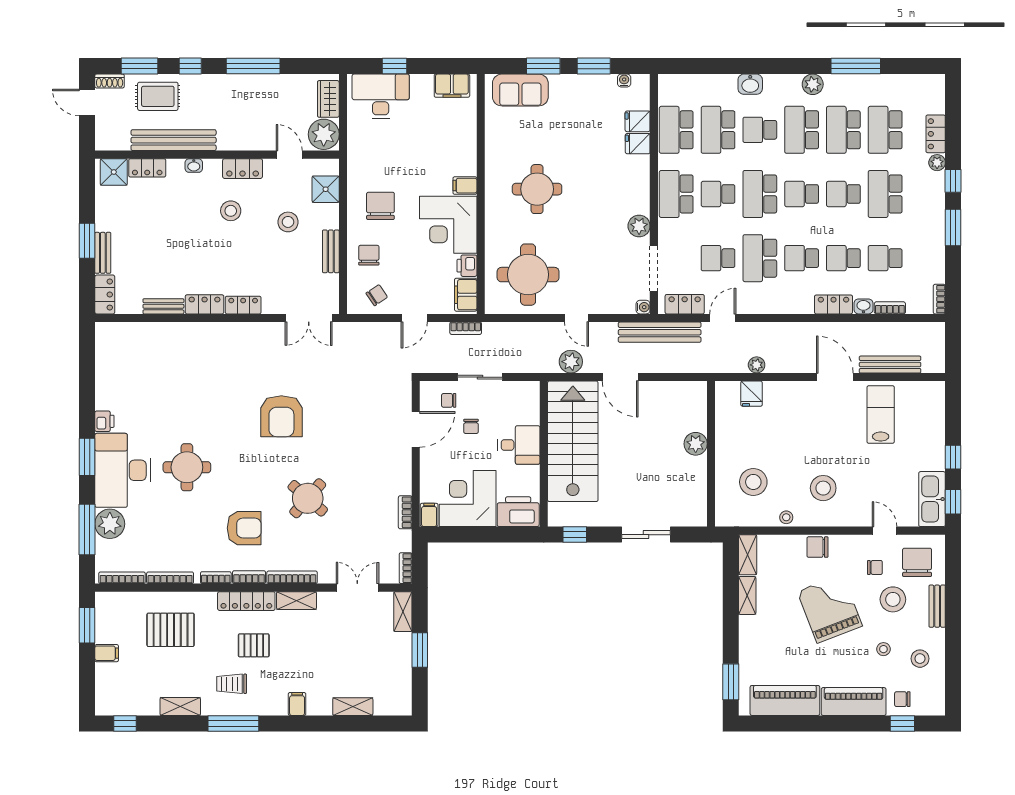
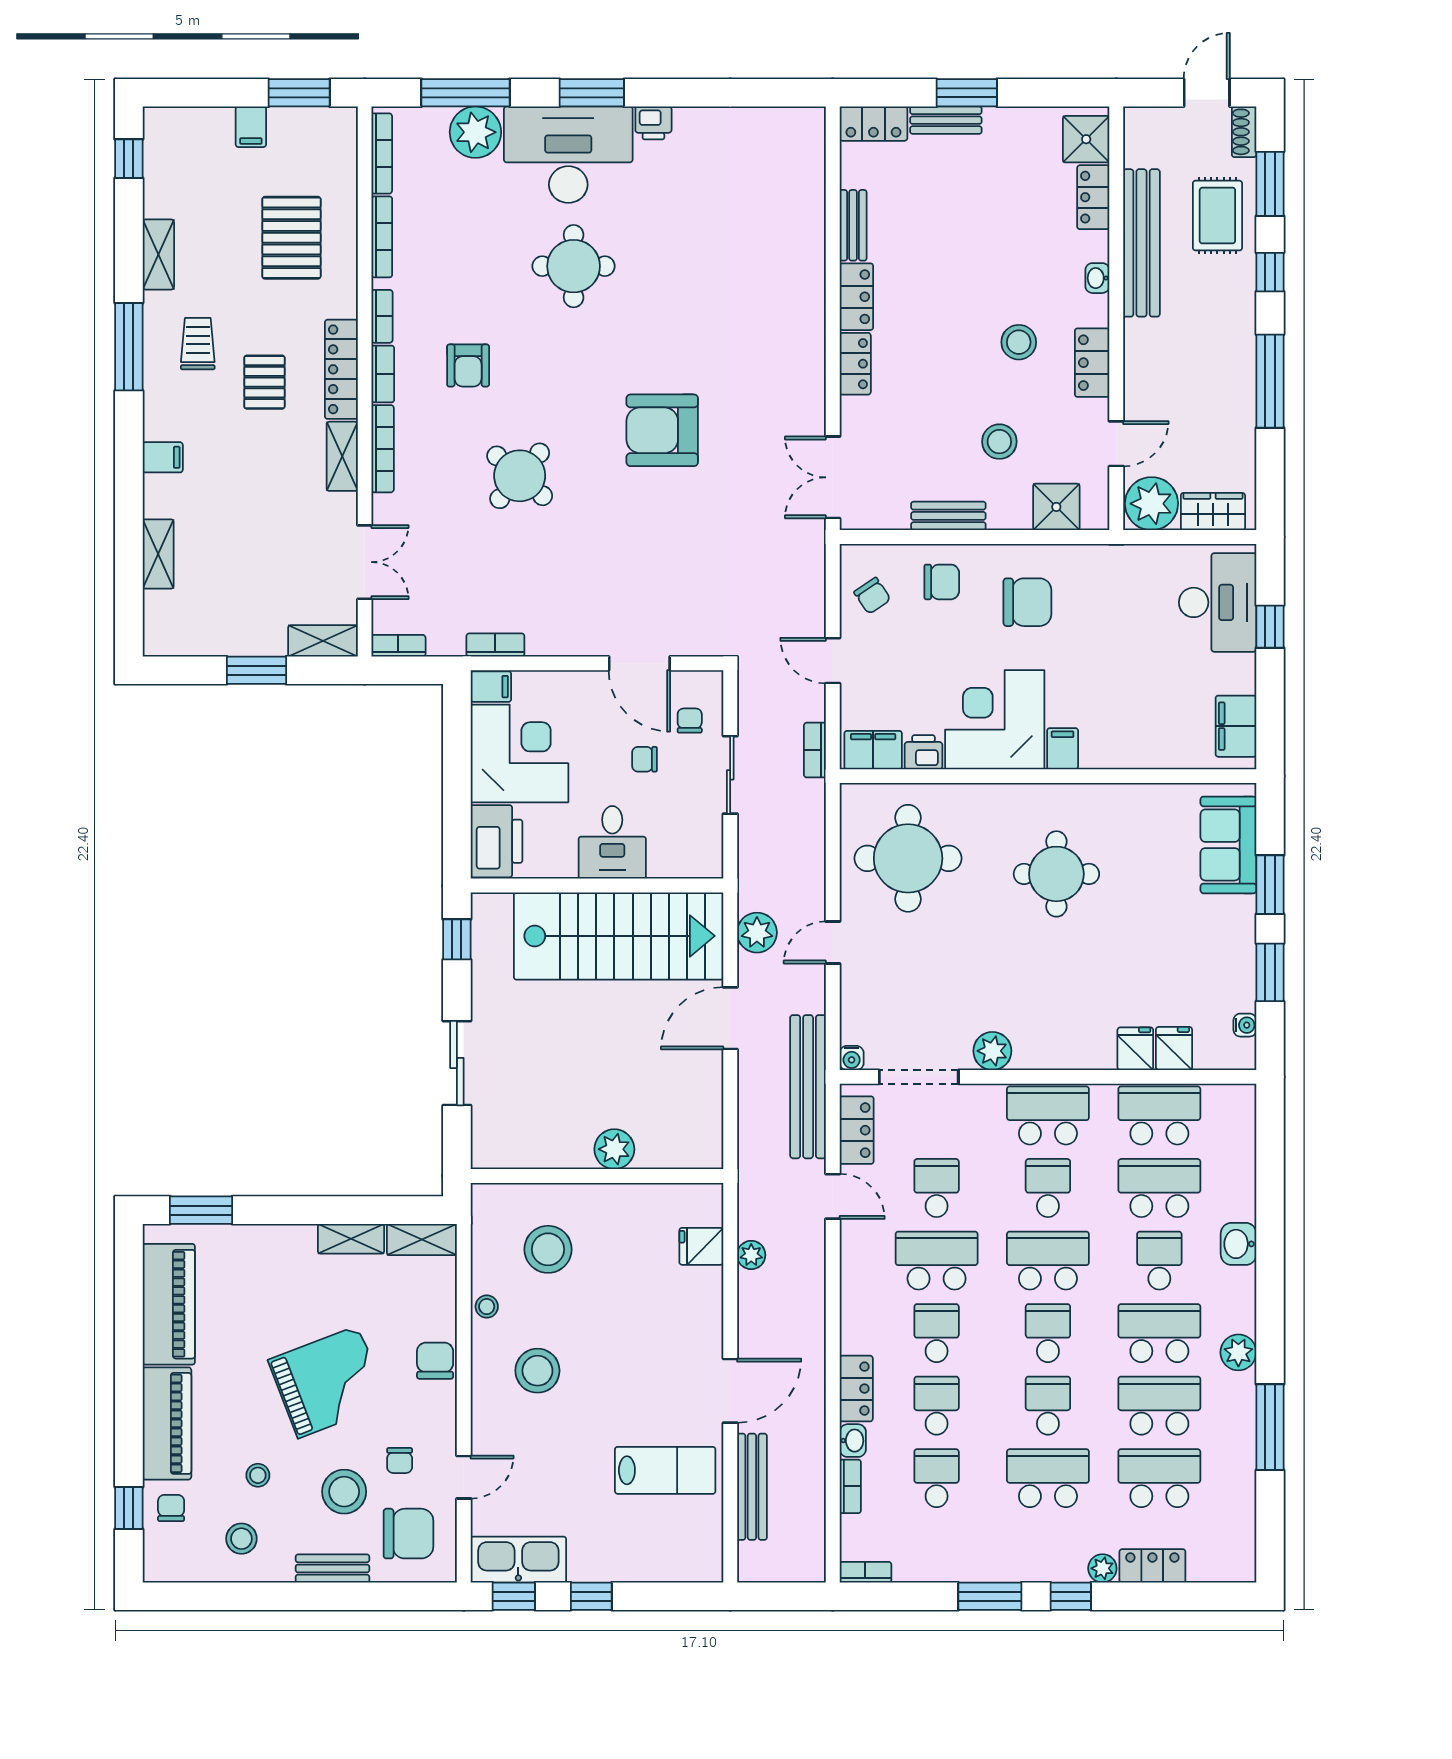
armchair: (244, 528) -> (468, 365), width x0.72, depth x0.72

